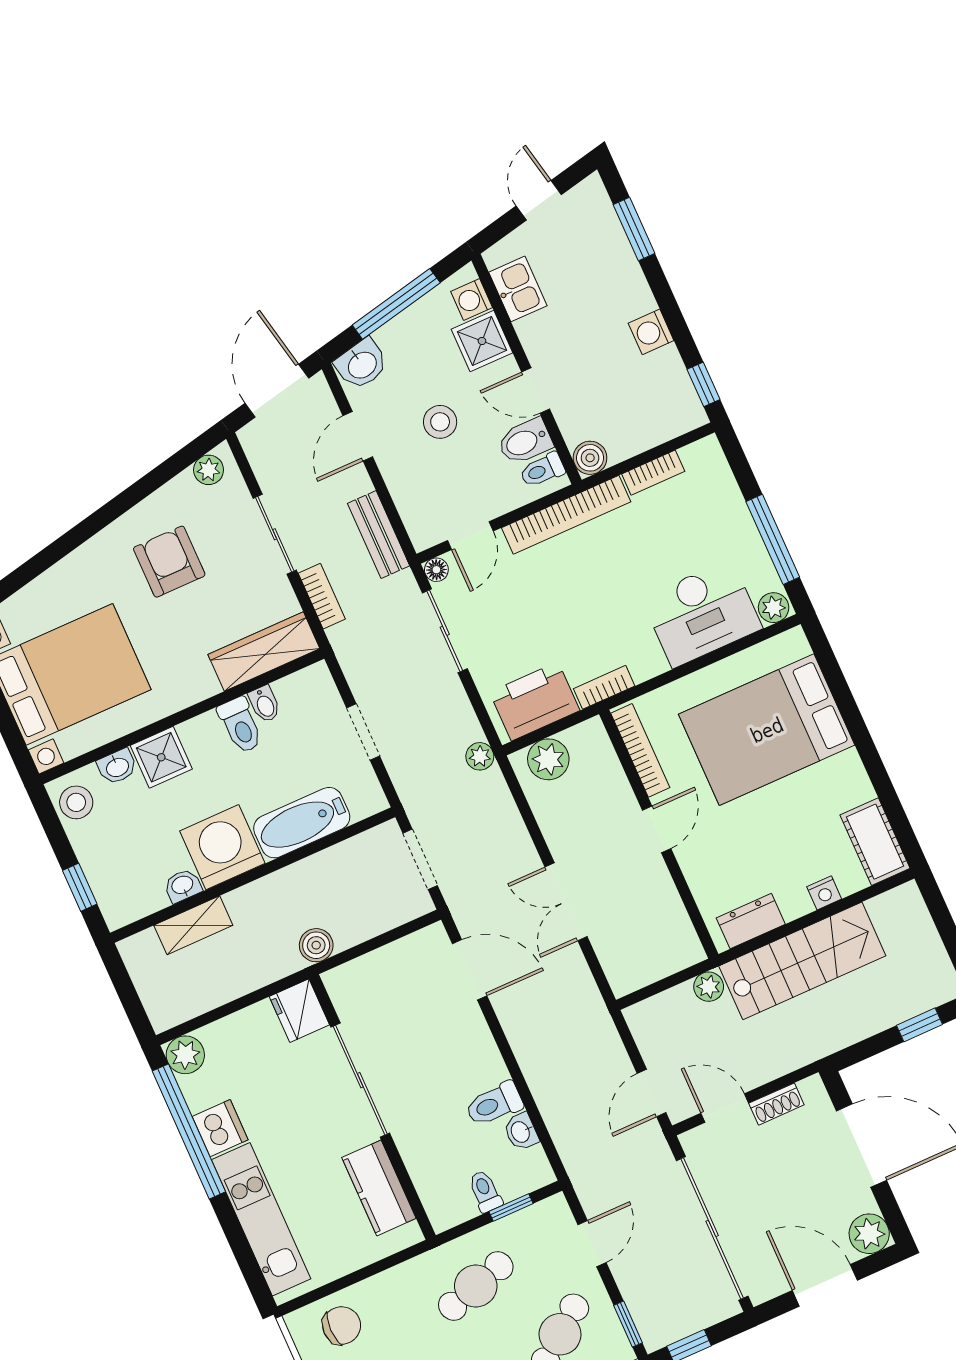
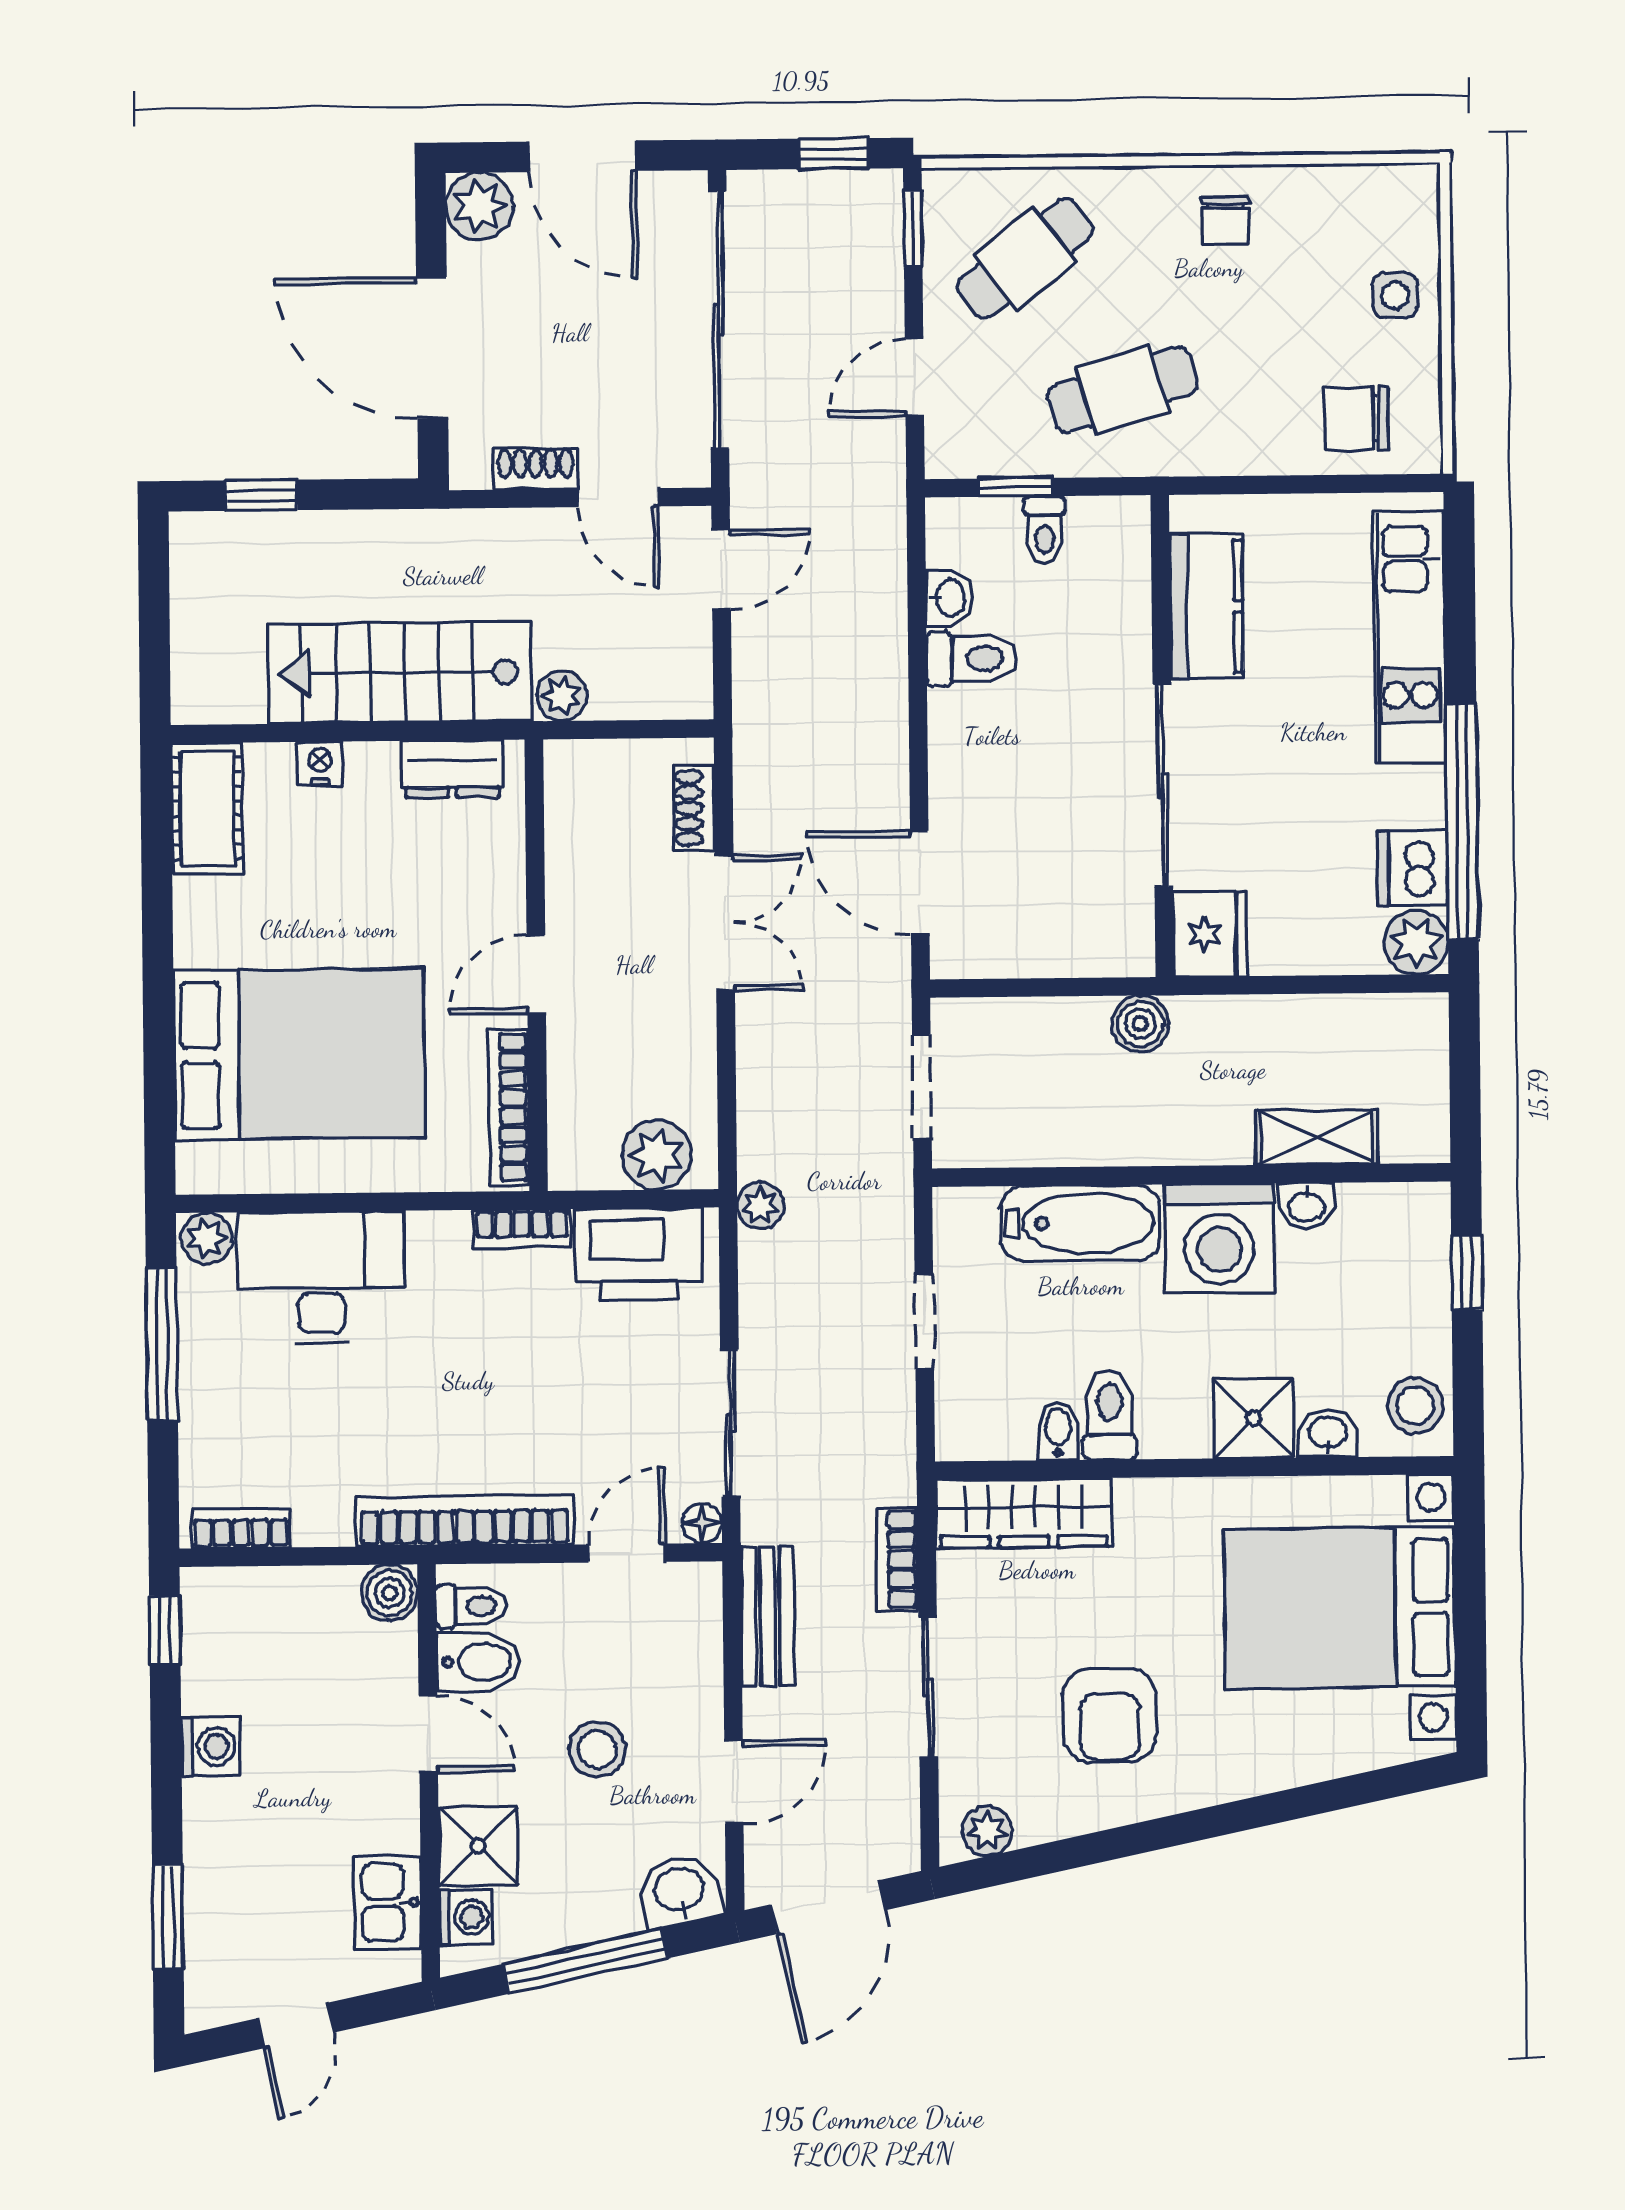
bookcase: (653, 473) -> (241, 1528), moved
shoe rack: (610, 957) -> (694, 808), added
dishwasher: (220, 1128) -> (1412, 868), moved

